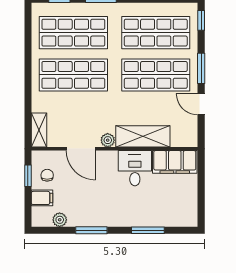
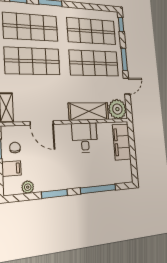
door: (201, 104) -> (127, 86), swing flipped
plant: (108, 140) -> (117, 109), moved, width x1.88, depth x1.88
filing cabinet: (175, 162) -> (122, 142), moved, turned 90
window: (148, 230) -> (98, 189), width x1.44

